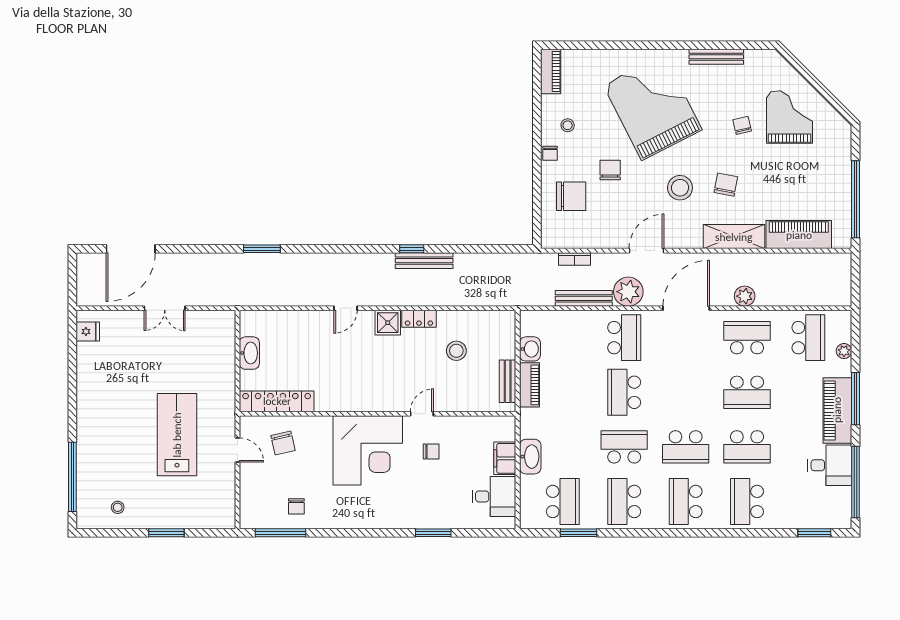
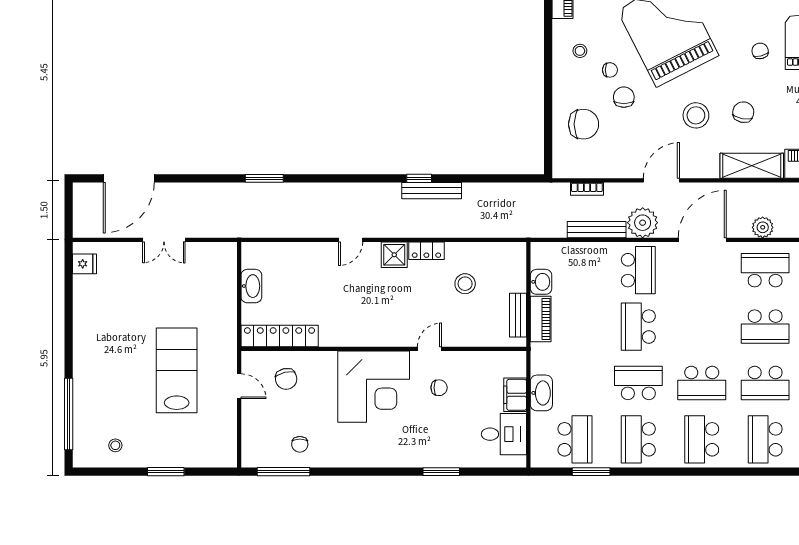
chair: (550, 153) -> (610, 70), moved, turned -90

